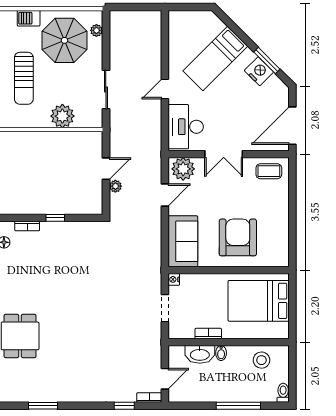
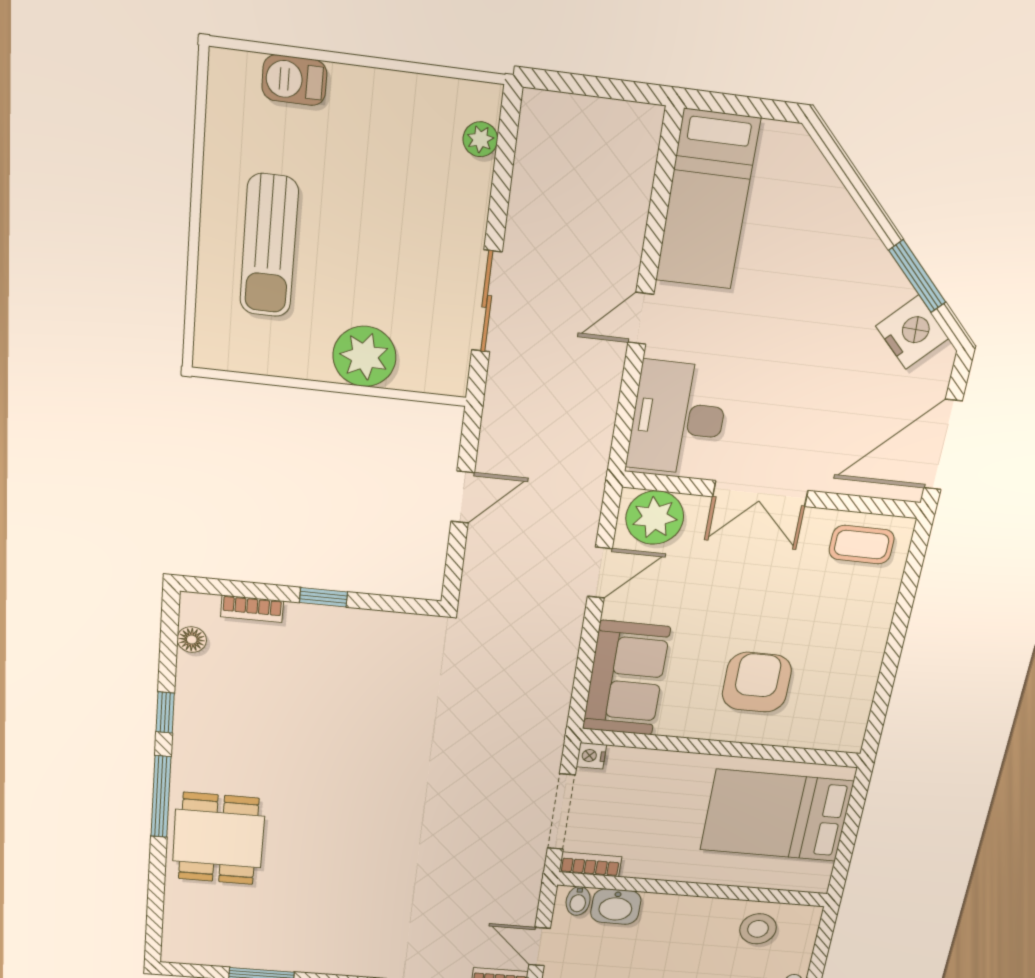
parasol: (65, 40) -> (389, 156), removed
bed: (215, 58) -> (707, 200), moved, turned -45
nightstand: (259, 71) -> (912, 332), moved
plant: (115, 186) -> (481, 540), removed
armchair: (238, 237) -> (757, 682), width x0.73, depth x0.73
doorway: (165, 308) -> (561, 812), width x1.38
bookcase: (208, 333) -> (590, 864), moved
bidet: (221, 353) -> (578, 901), moved
washbasin: (200, 354) -> (616, 907), width x0.72
door: (165, 379) -> (540, 947), swing flipped

